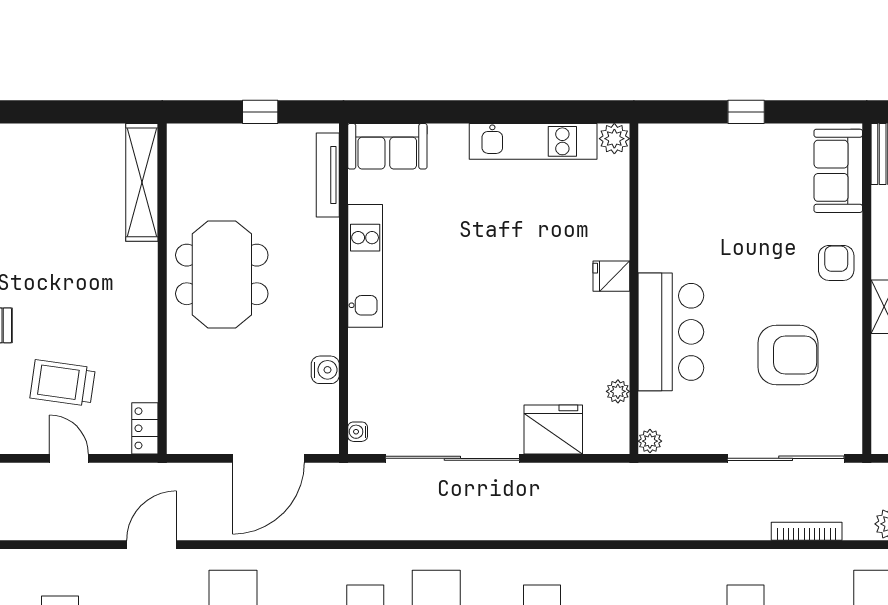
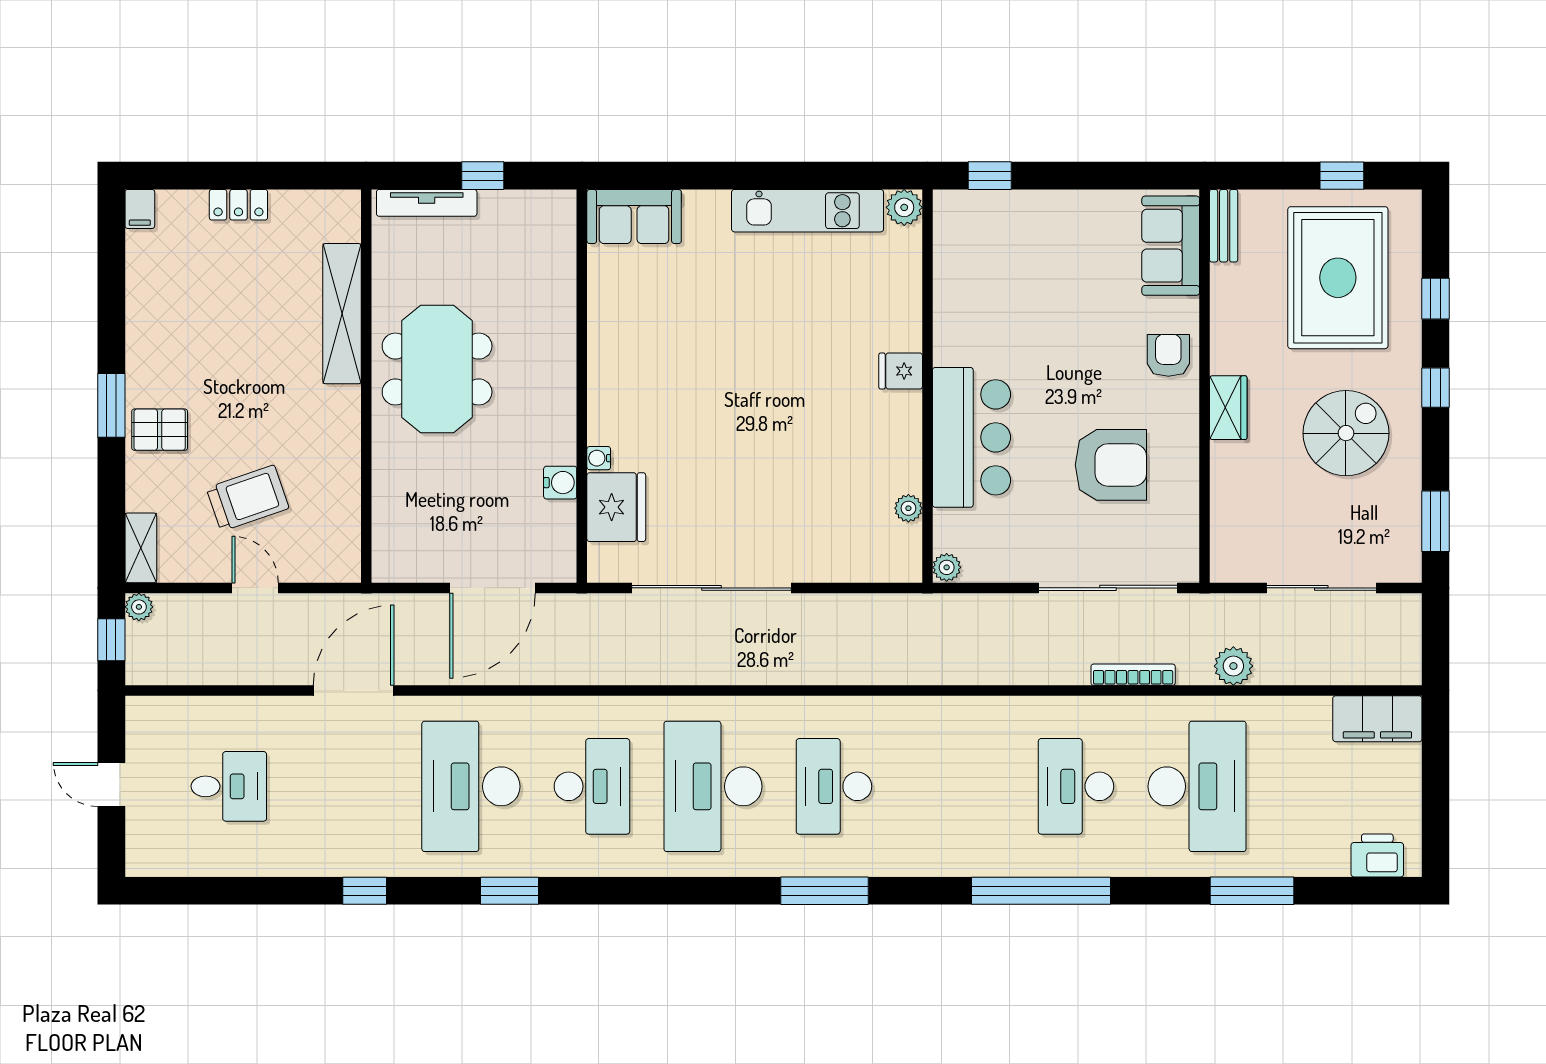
window: (746, 112) -> (990, 176), moved
tv unit: (328, 175) -> (427, 203), moved, turned -90
shelving: (142, 182) -> (342, 314), moved
kitchen unit: (365, 266) -> (608, 359), removed
trolley: (63, 383) -> (248, 498), turned 153
locker: (145, 428) -> (238, 205), moved, turned -90
fridge: (553, 429) -> (616, 507), moved, turned 90
water cooler: (358, 432) -> (599, 458), moved
door: (152, 545) -> (354, 691), width x1.36

